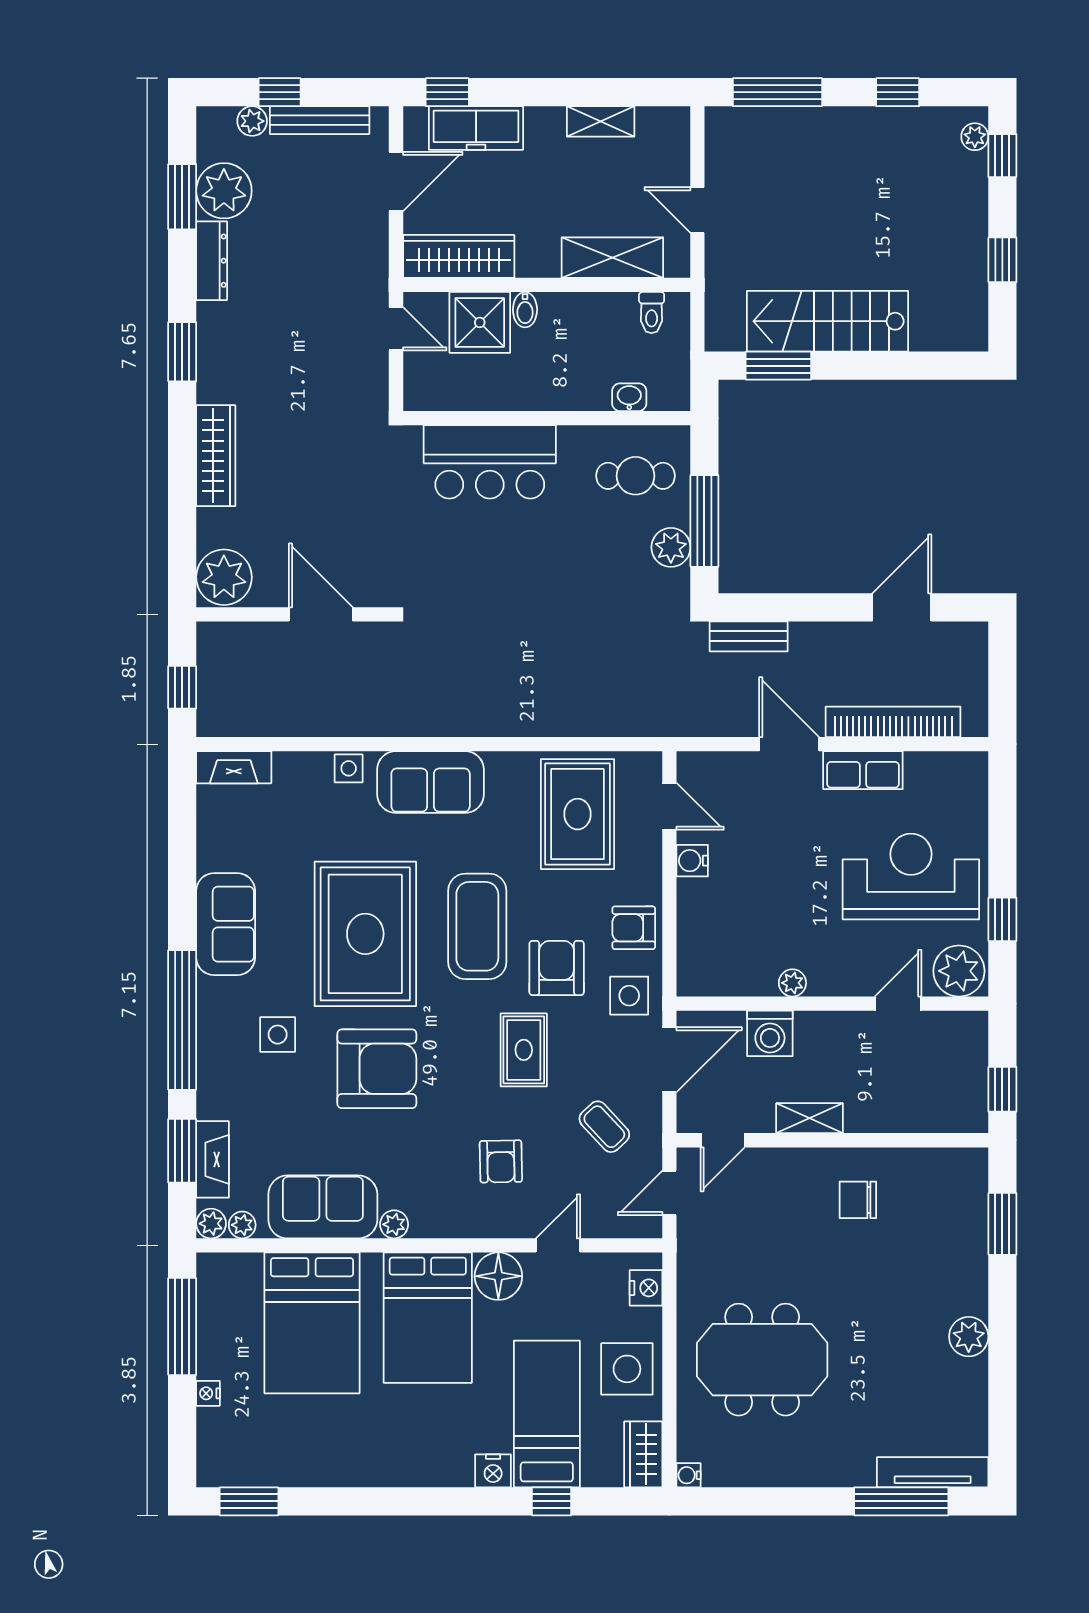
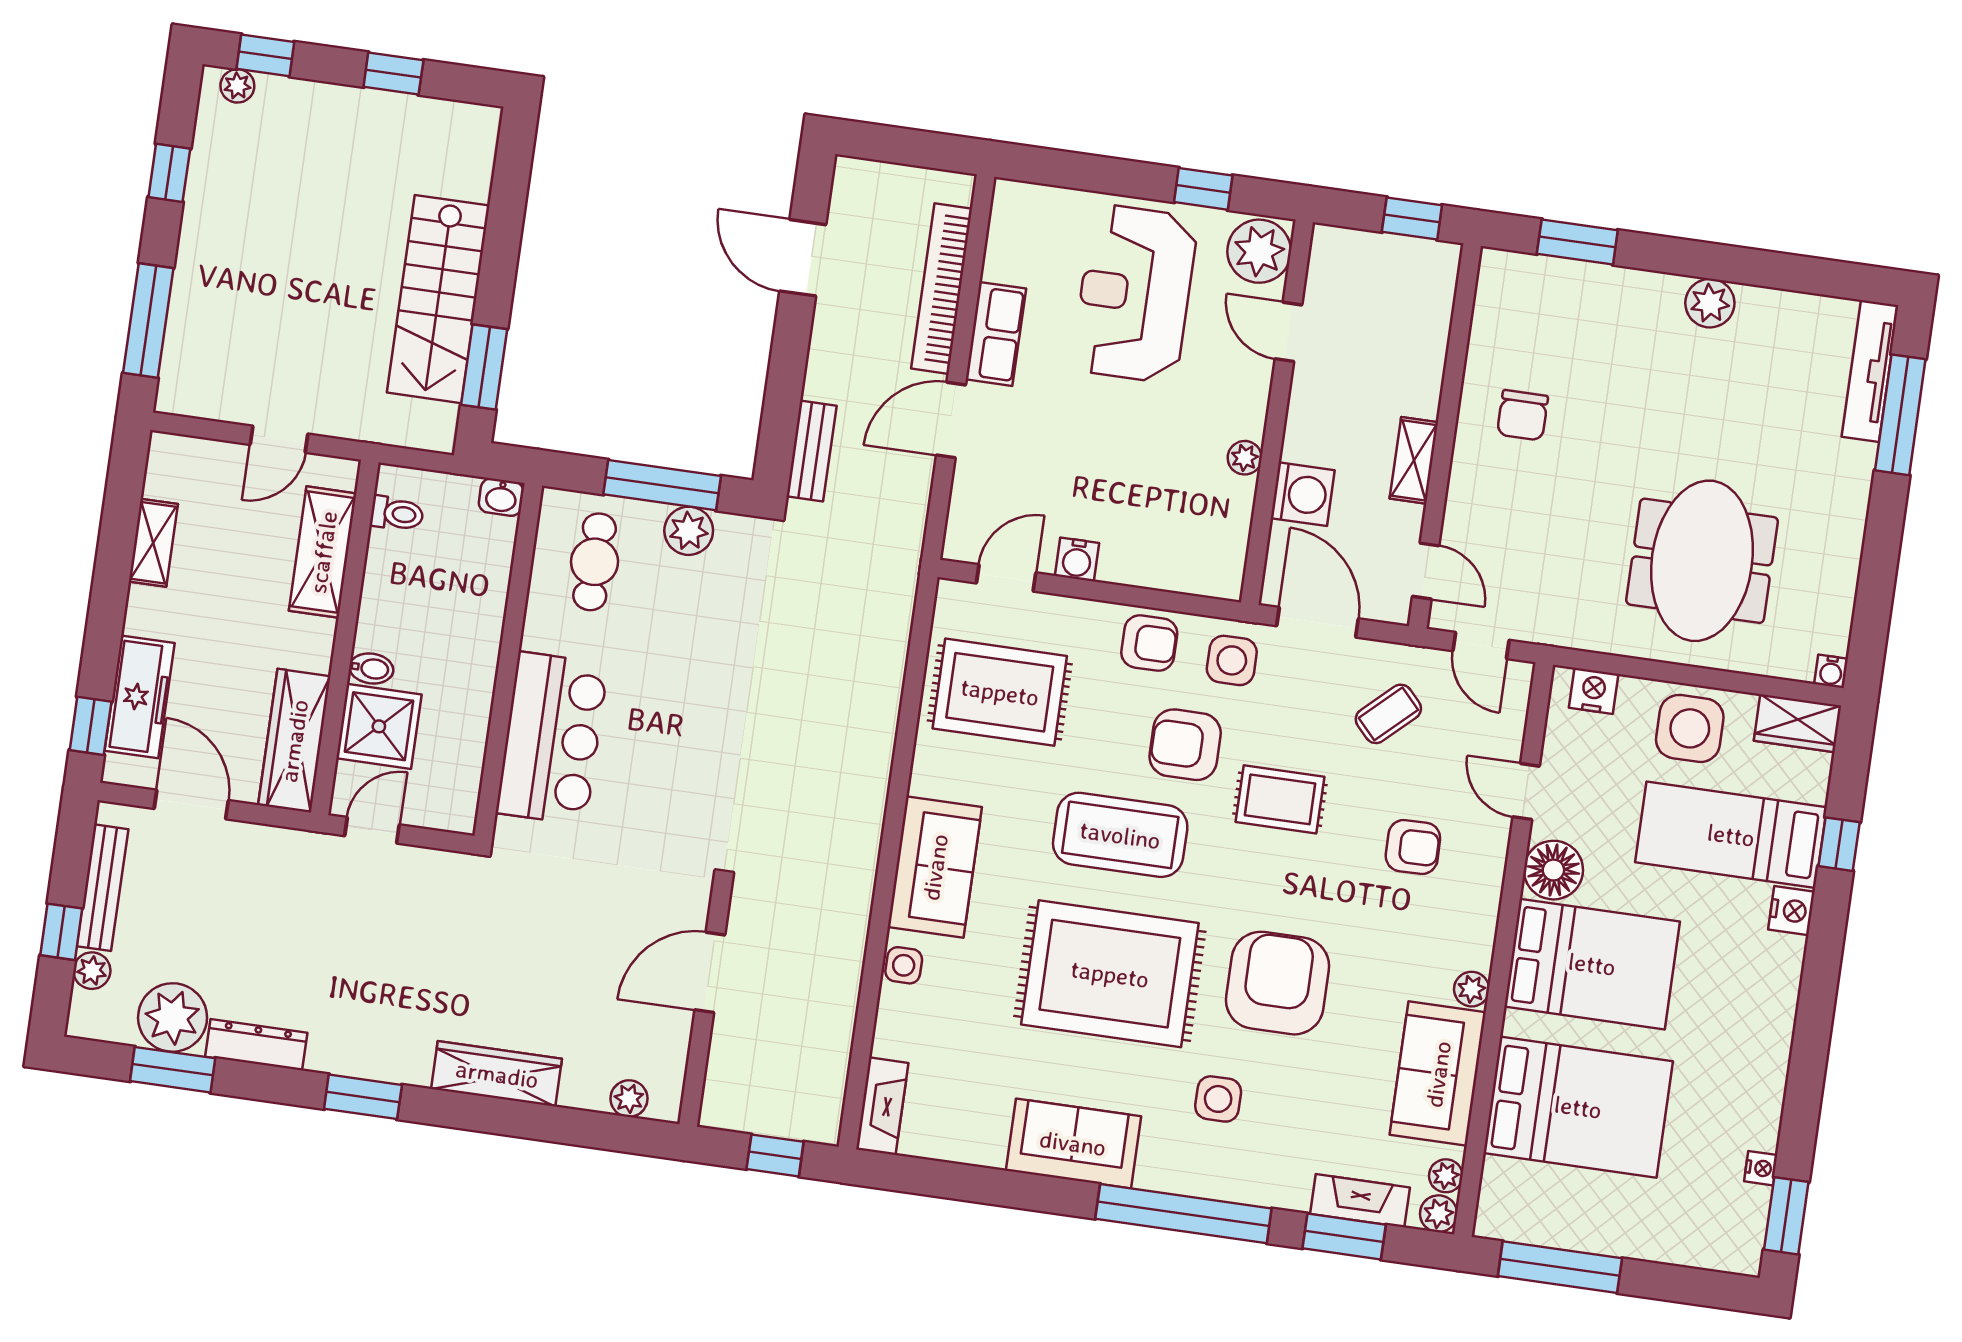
washbasin: (629, 397) -> (501, 497), moved, turned -90
plant: (224, 577) -> (629, 1099), width x0.53, depth x0.53
armchair: (634, 928) -> (1149, 643), turned -90
nightstand: (208, 1393) -> (1761, 1168), moved, turned -90

